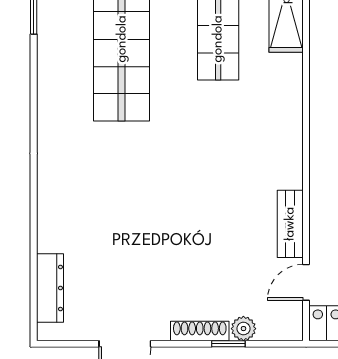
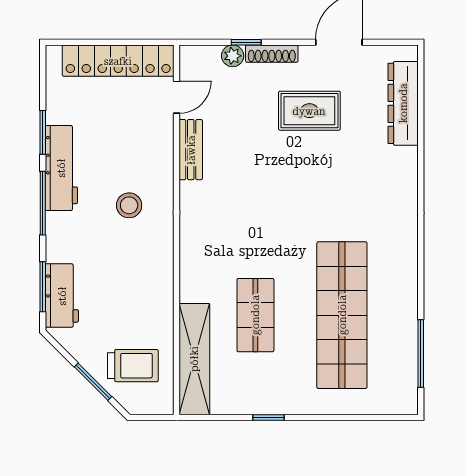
rug: (158, 267) -> (309, 111), added
dresser: (50, 288) -> (403, 103), width x1.37, depth x1.24

